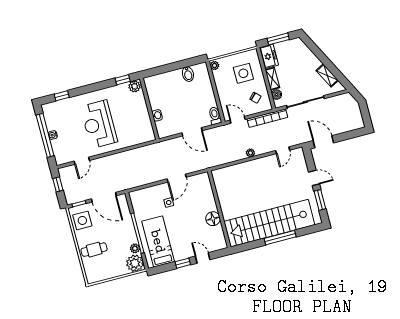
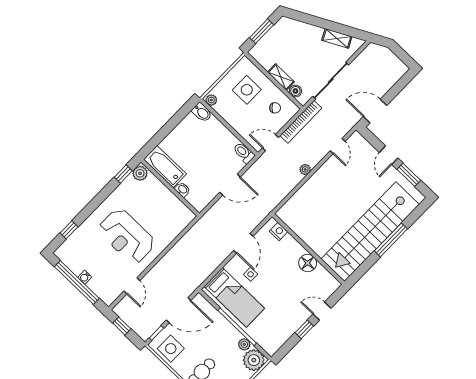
freezer: (269, 56) -> (263, 55), removed
bidet: (188, 74) -> (202, 112), moved
bathtub: (155, 92) -> (165, 167), added
door: (314, 178) -> (389, 155), swing flipped
nightstand: (206, 185) -> (279, 231), added
bed: (158, 241) -> (234, 297), moved, turned 180

